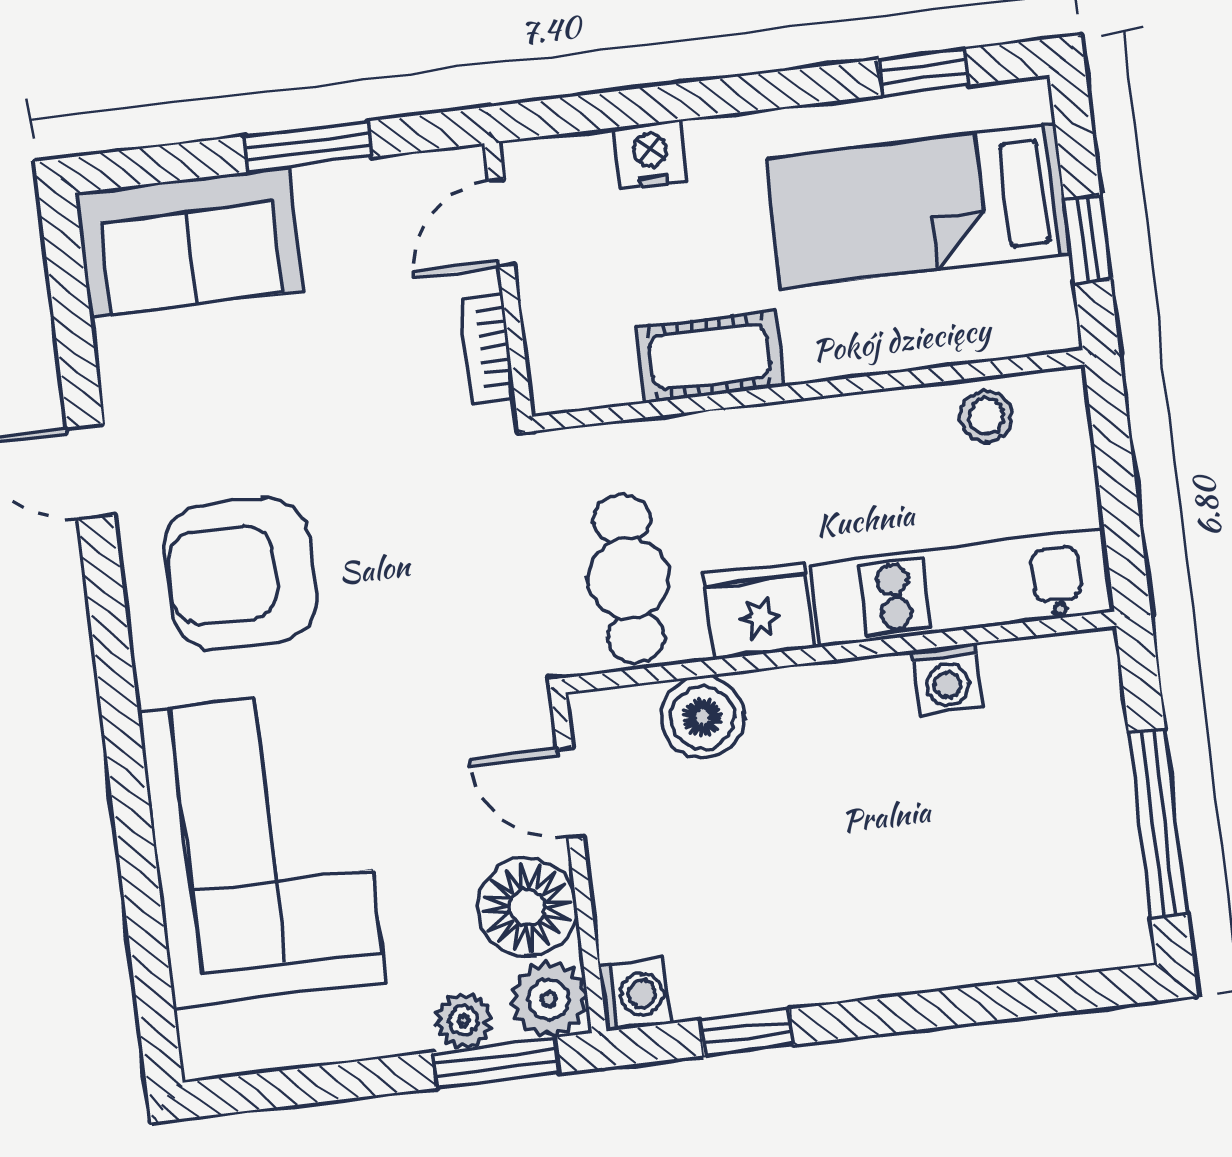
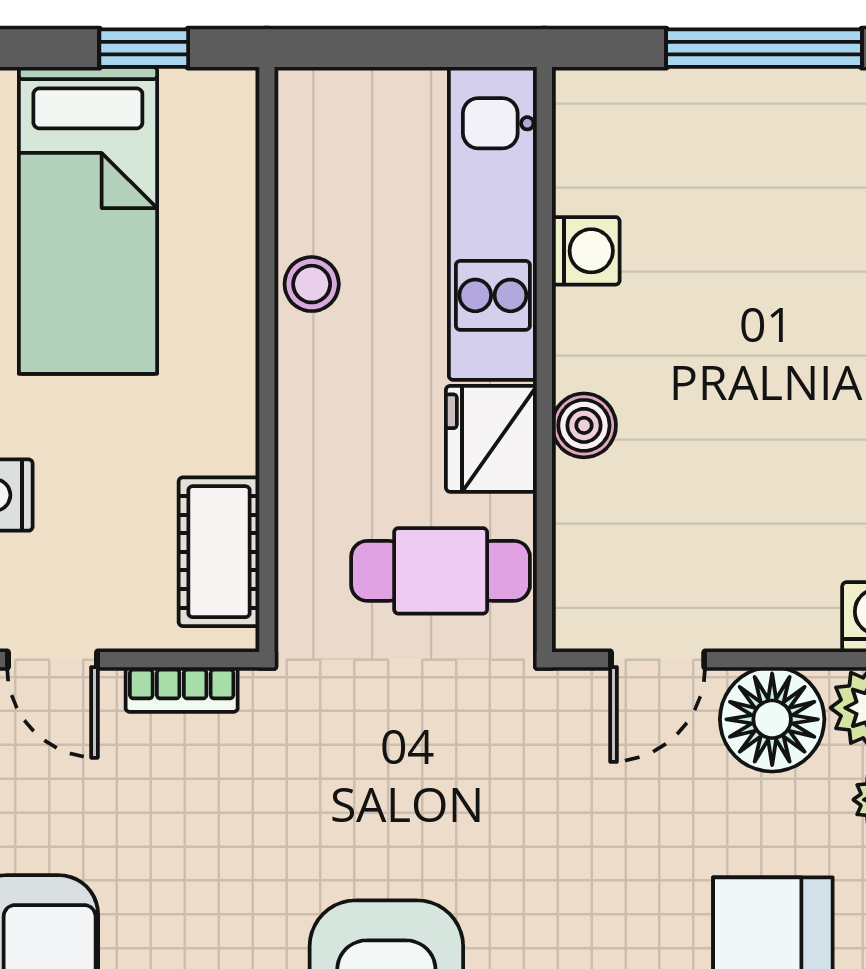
cot: (709, 357) -> (219, 552), moved
stool: (986, 416) -> (312, 284), moved
boiler: (703, 717) -> (584, 425), moved, width x0.73, depth x0.73

